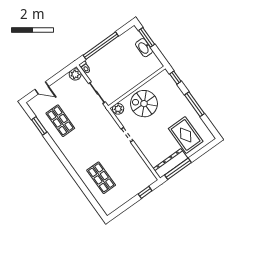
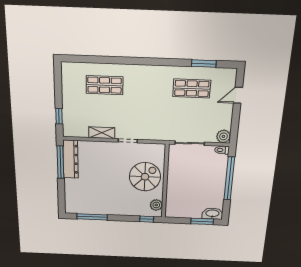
washbasin: (144, 48) -> (212, 214), moved
window: (195, 104) -> (92, 217), moved
plant: (118, 109) -> (156, 205), moved
rug: (186, 135) -> (88, 191), removed
shelving: (135, 156) -> (102, 133), added

